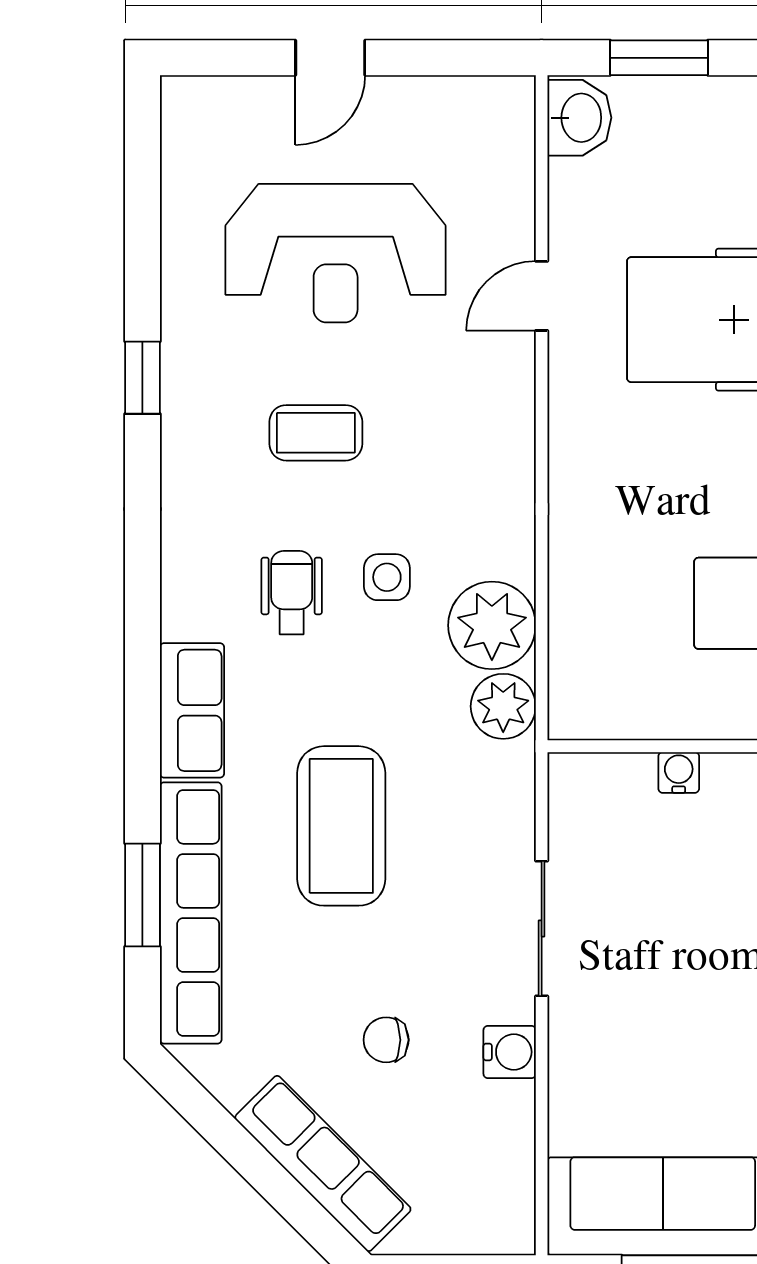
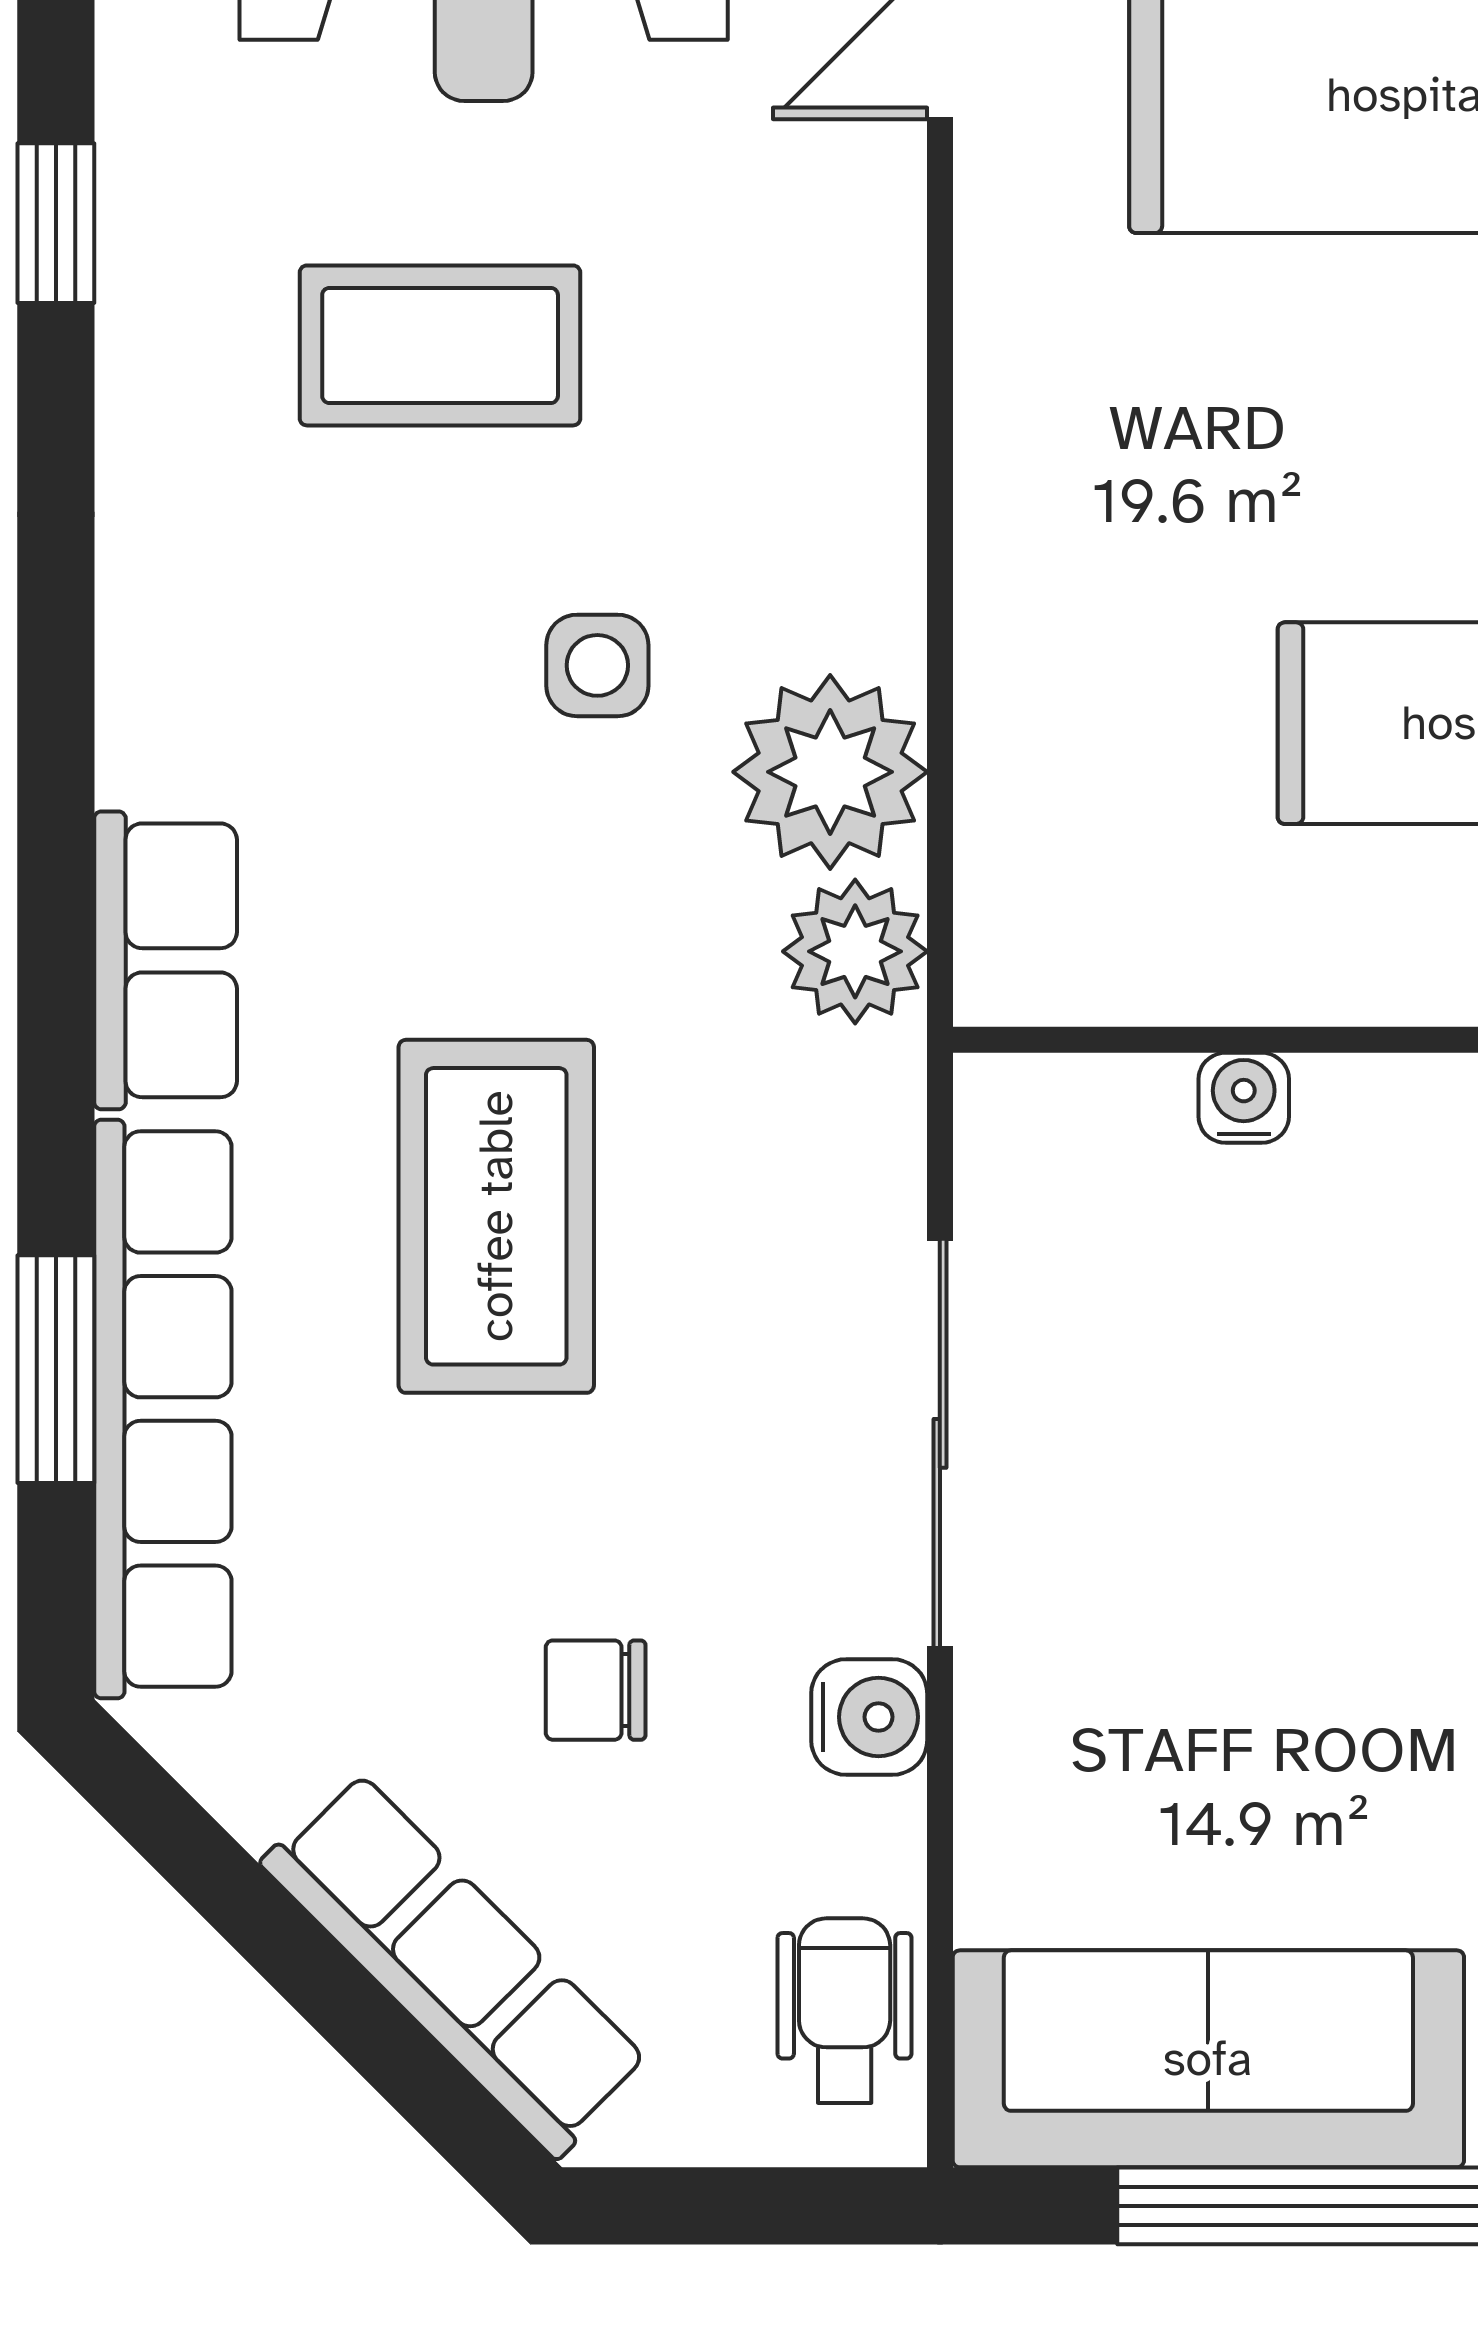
coffee table: (316, 433) -> (440, 345), width x1.36, depth x1.30
wheelchair: (292, 593) -> (845, 2011), moved
sliding door: (542, 928) -> (940, 1443), width x1.37

